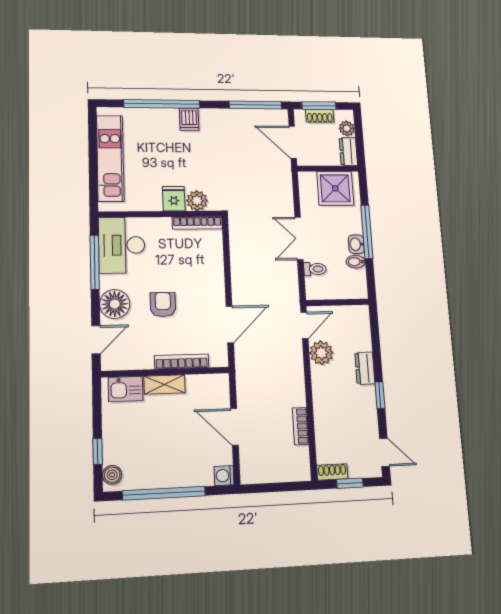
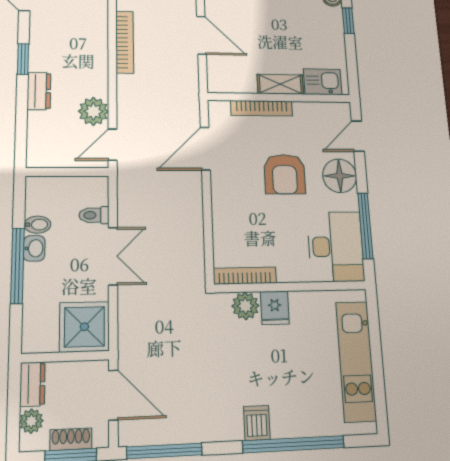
shower: (335, 188) -> (84, 327), moved
armchair: (163, 304) -> (285, 174), width x1.38, depth x1.38
bookcase: (301, 426) -> (125, 42), width x1.56

